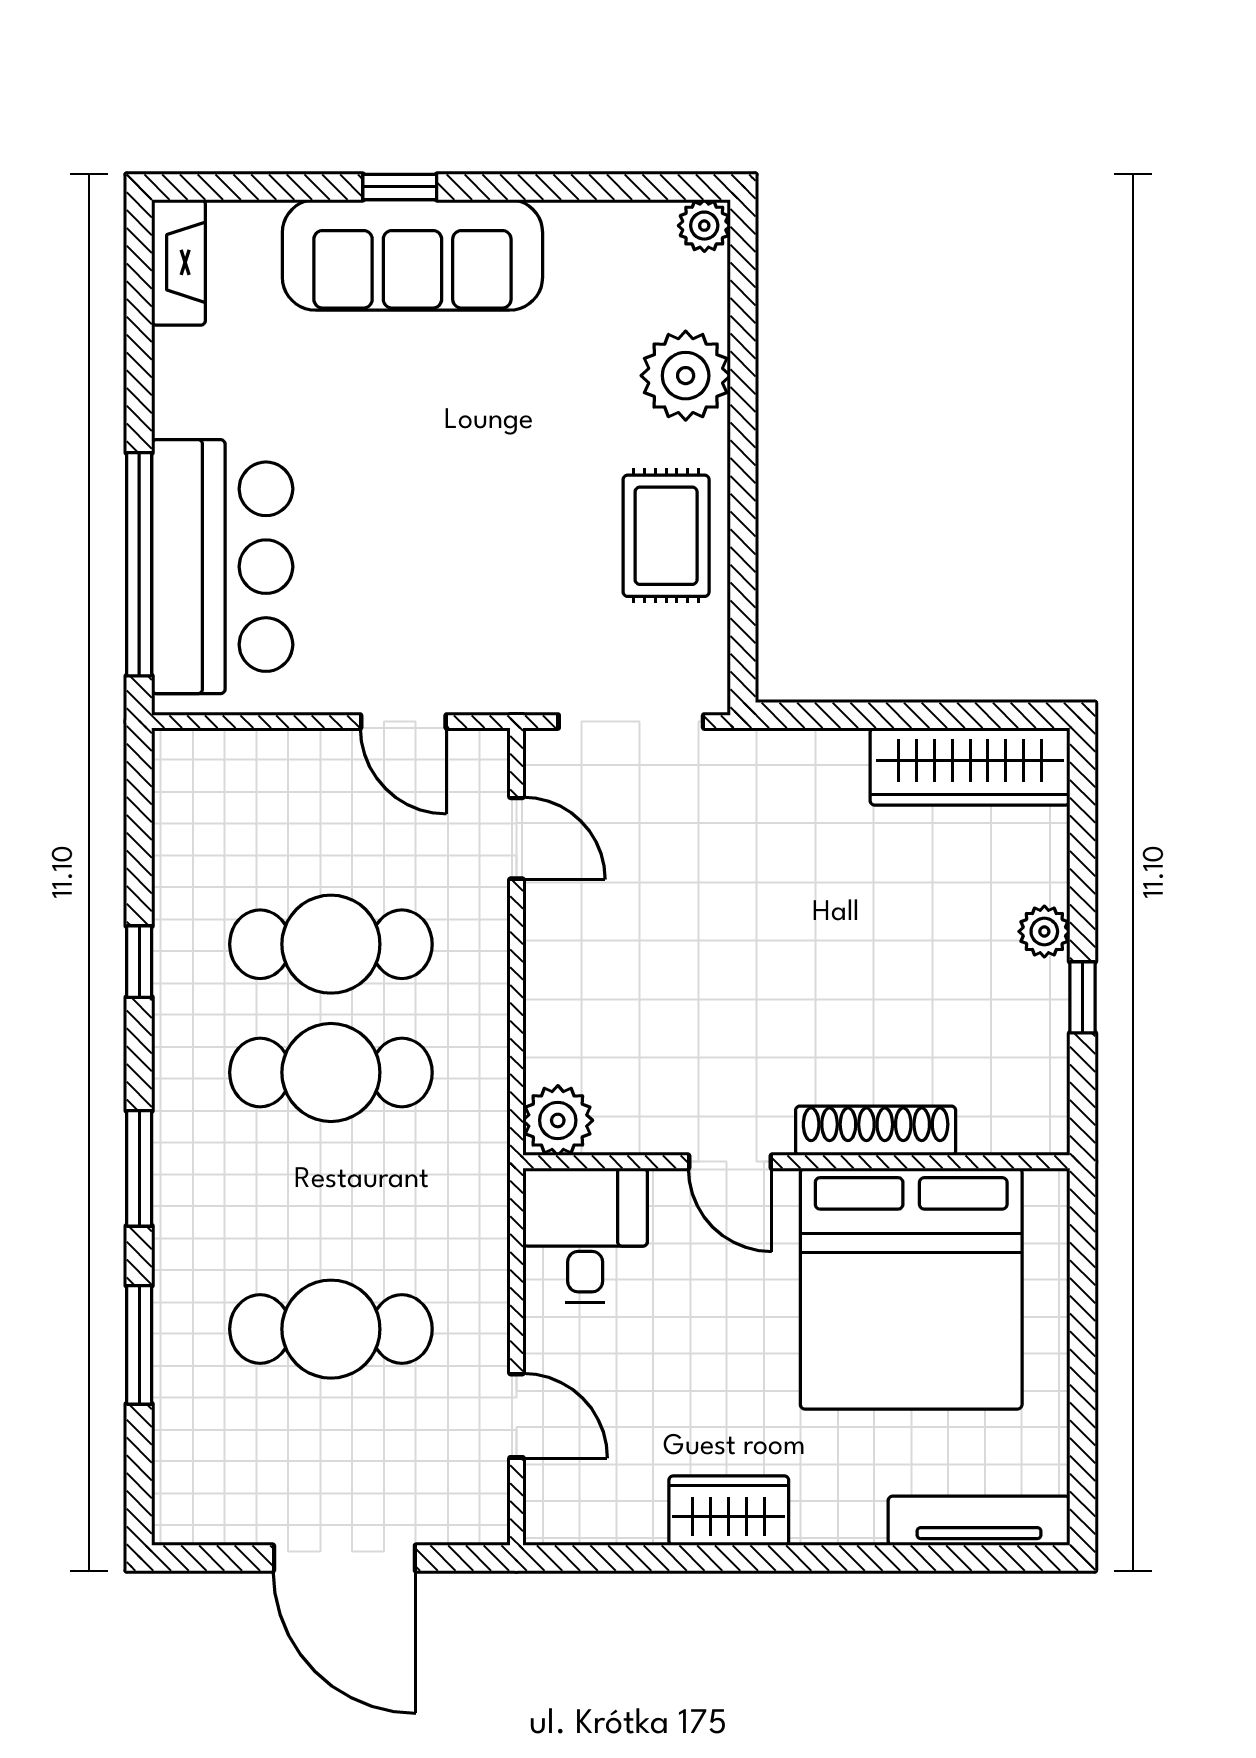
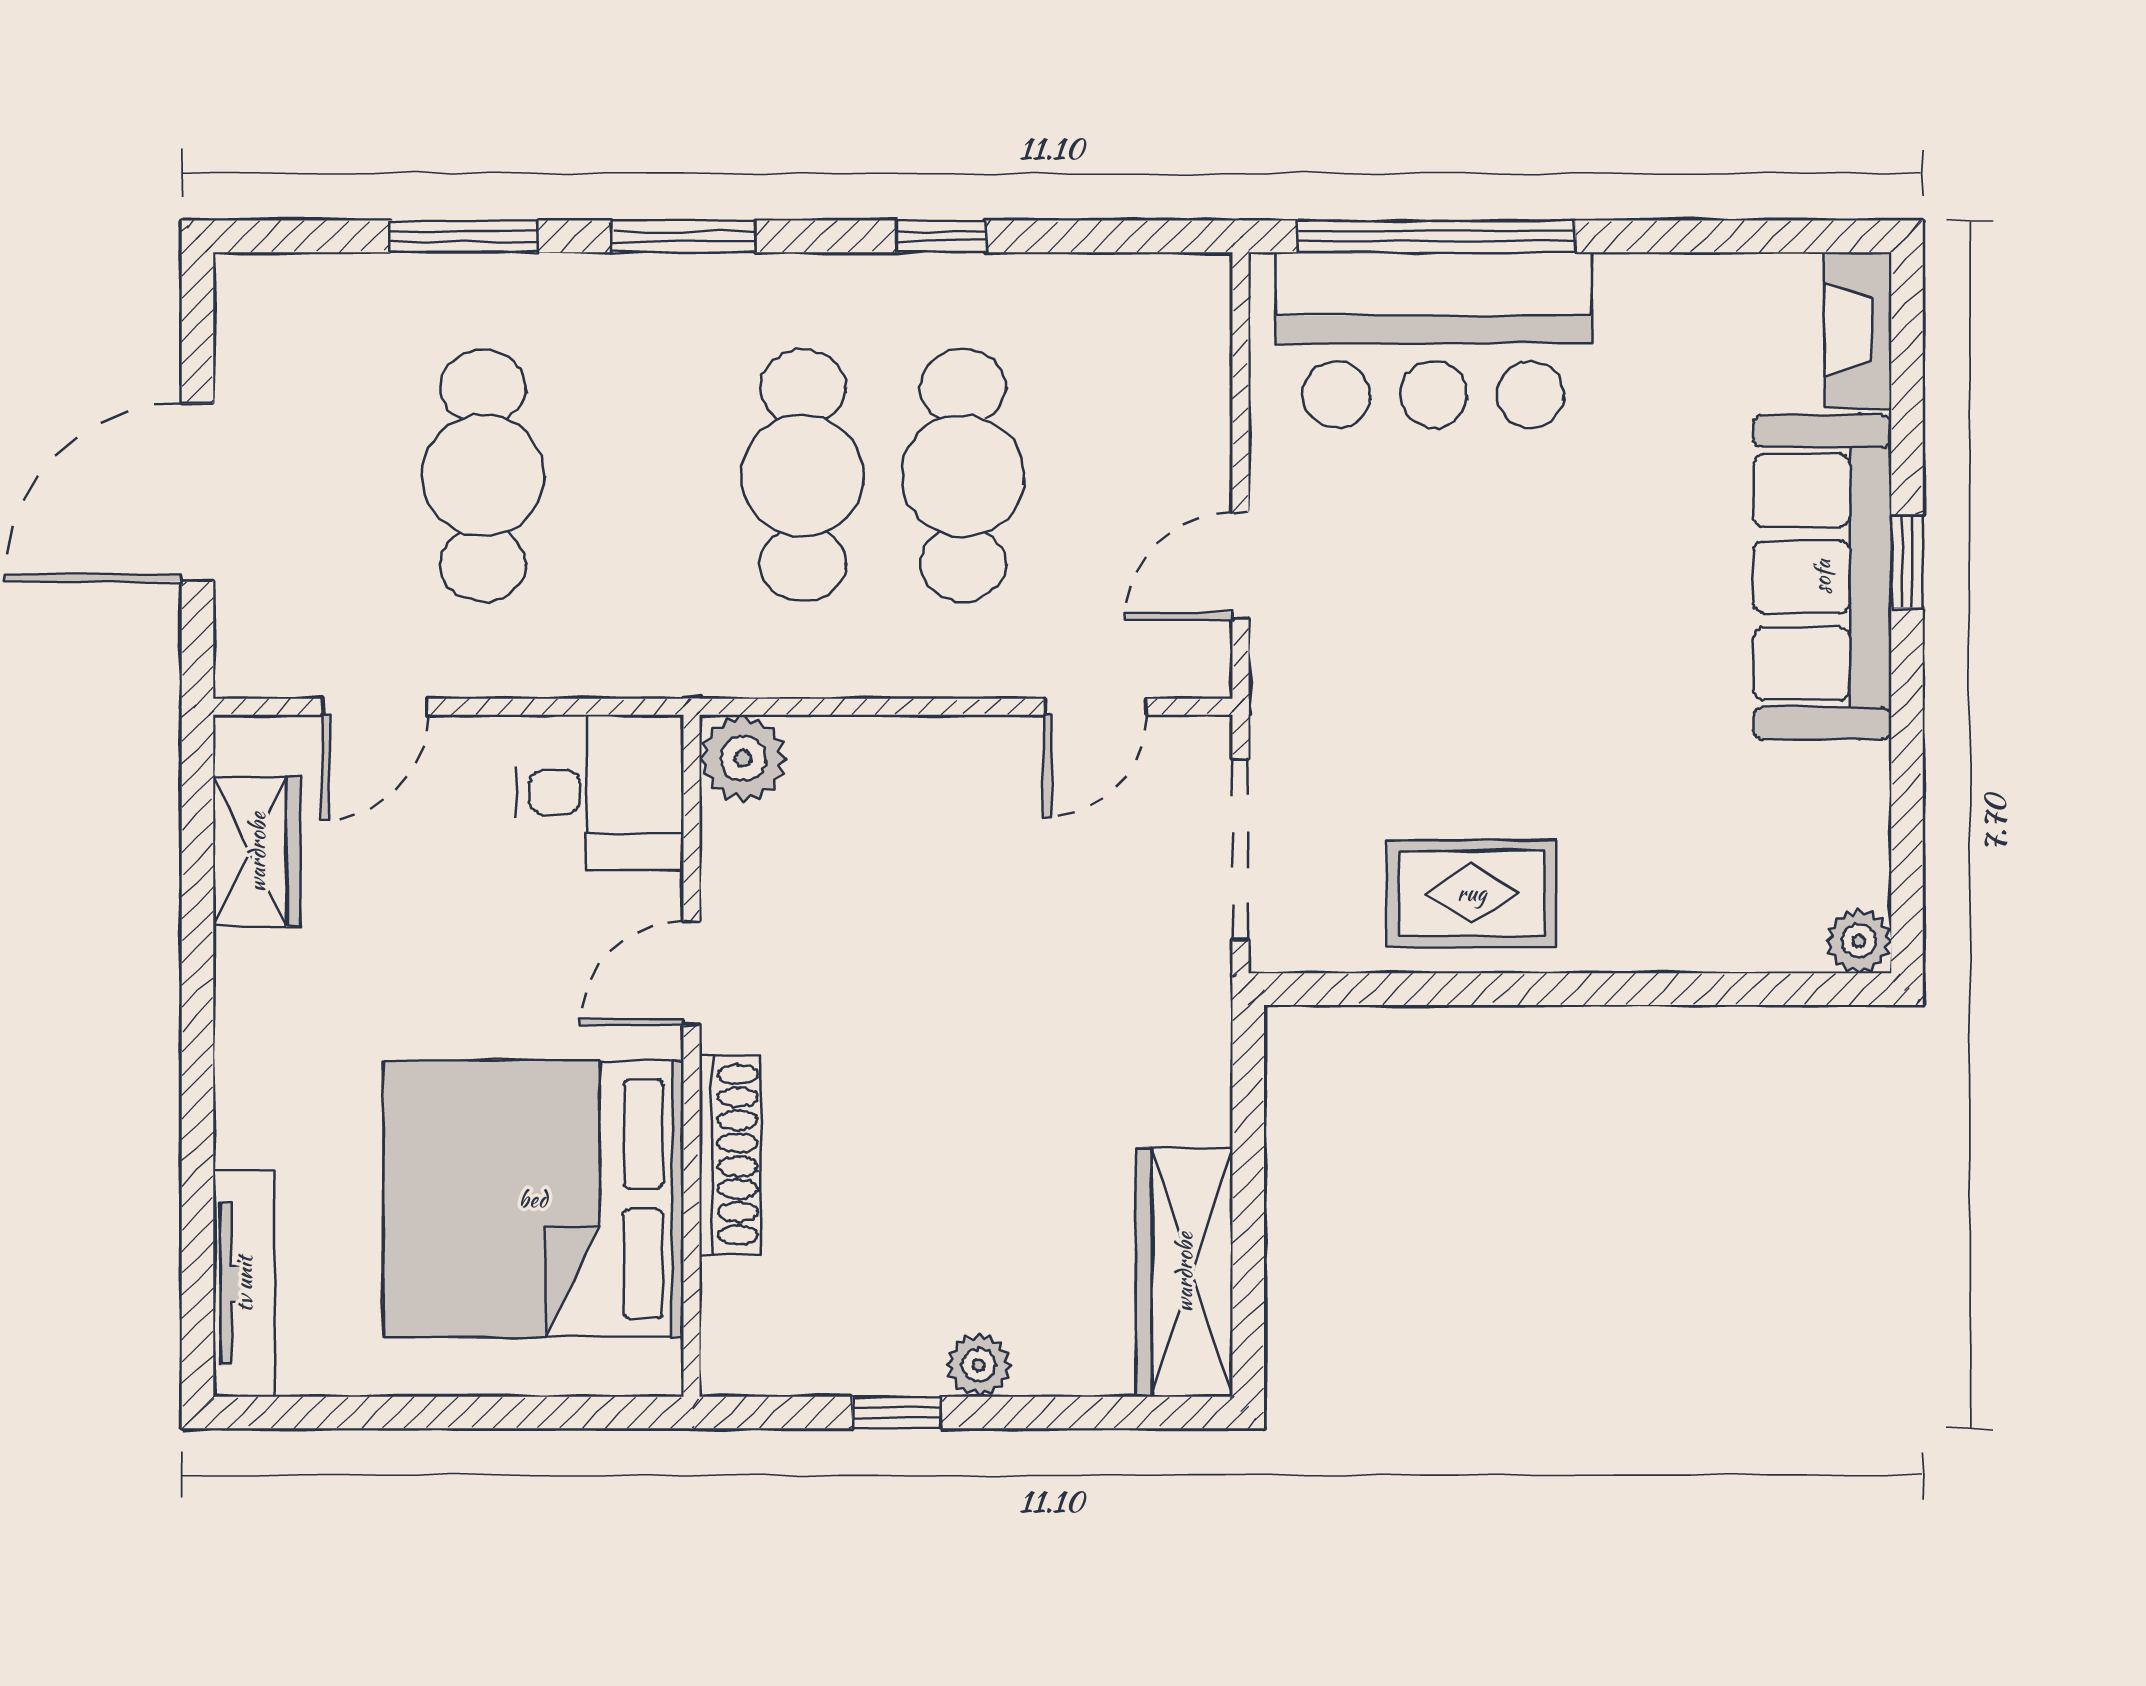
fireplace: (179, 262) -> (1858, 330), moved, turned 90
plant: (686, 376) -> (1672, 918), removed
wardrobe: (729, 1511) -> (257, 852), moved

